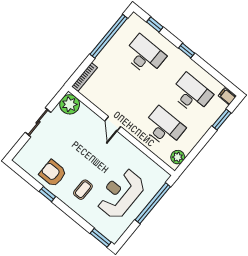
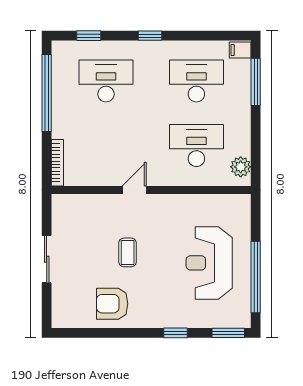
plant: (70, 104) -> (66, 208), removed
window: (222, 120) -> (256, 82), width x1.44
door: (113, 124) -> (134, 190), swing flipped
coffee table: (83, 190) -> (128, 252), moved
window: (47, 194) -> (176, 333), moved
window: (153, 203) -> (256, 277), moved

